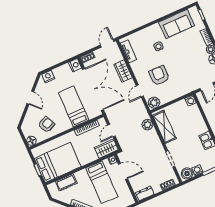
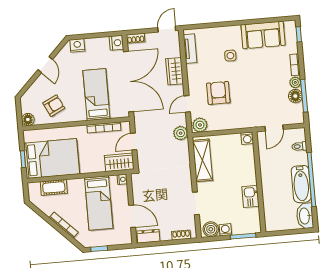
plant: (147, 125) -> (181, 133), moved
door: (123, 171) -> (132, 216), moved

